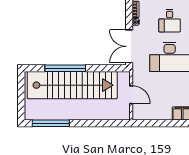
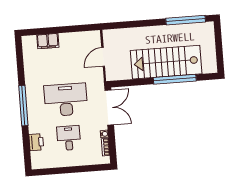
stairs: (72, 85) -> (166, 62), width x0.73
door: (131, 95) -> (103, 57), hinge flipped

